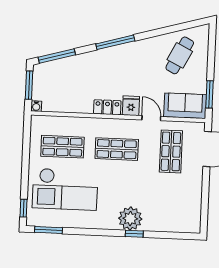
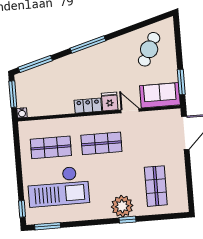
shop shelf: (171, 151) -> (156, 186), moved

